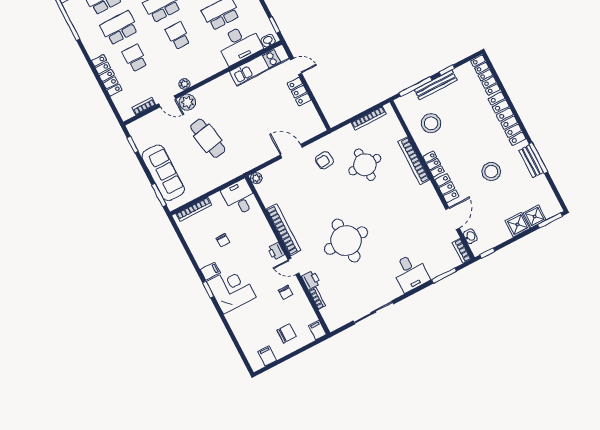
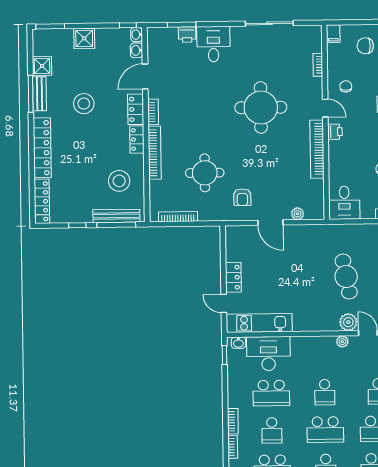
bench: (436, 85) -> (116, 216), moved
armchair: (324, 160) -> (242, 197), turned 96
plant: (256, 178) -> (297, 214), moved
shower: (535, 216) -> (42, 66), moved
washbasin: (477, 249) -> (137, 35), added
bookcase: (462, 251) -> (153, 112), moved
printer: (311, 280) -> (187, 35), moved, turned -90

